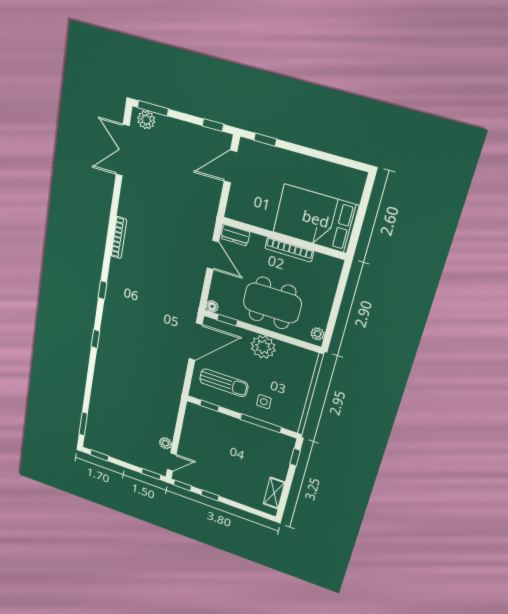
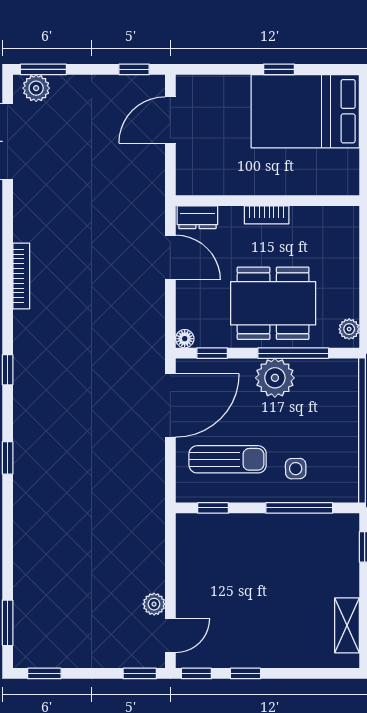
window: (265, 140) -> (279, 69), moved
bed: (316, 219) -> (305, 111), moved
bookcase: (289, 250) -> (267, 215), width x0.64
window: (278, 336) -> (293, 353), added

